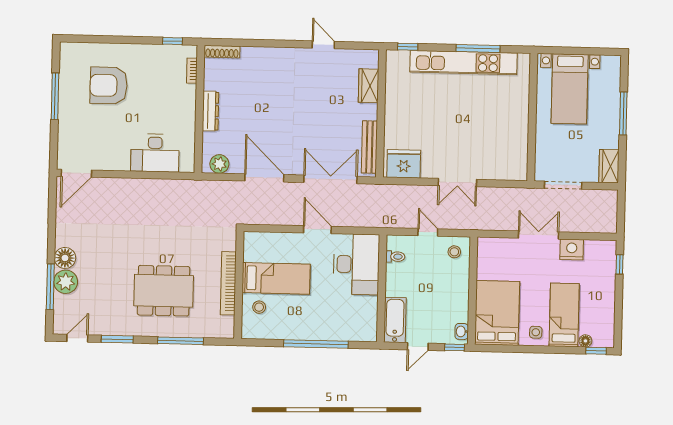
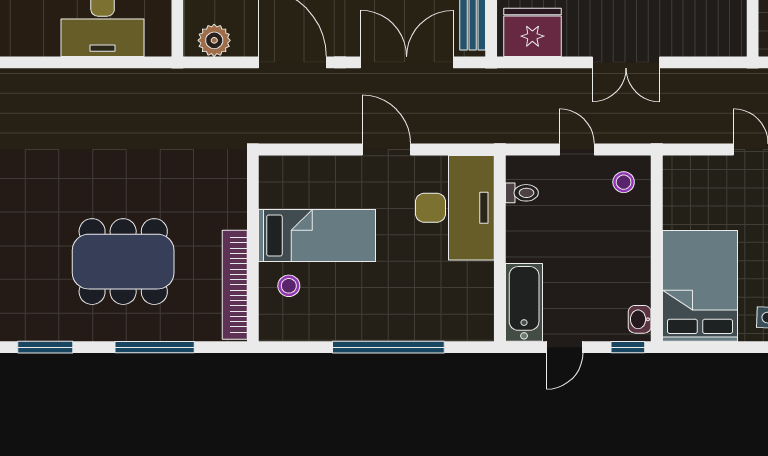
bookcase: (228, 283) -> (235, 285), moved

